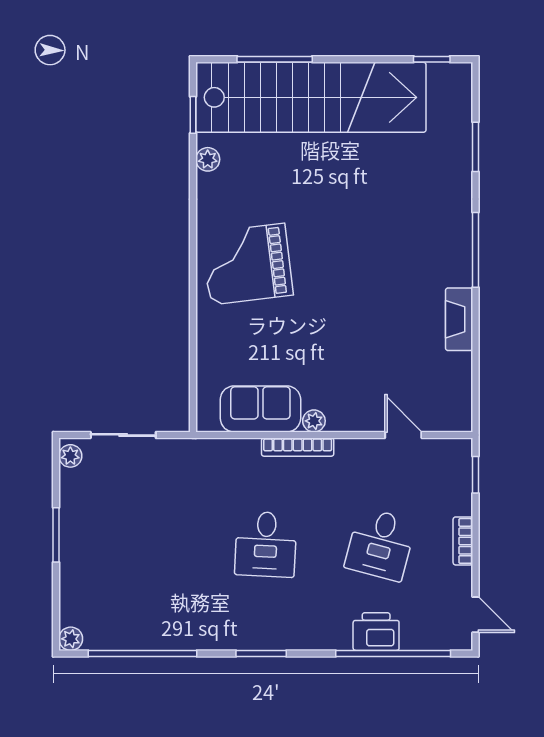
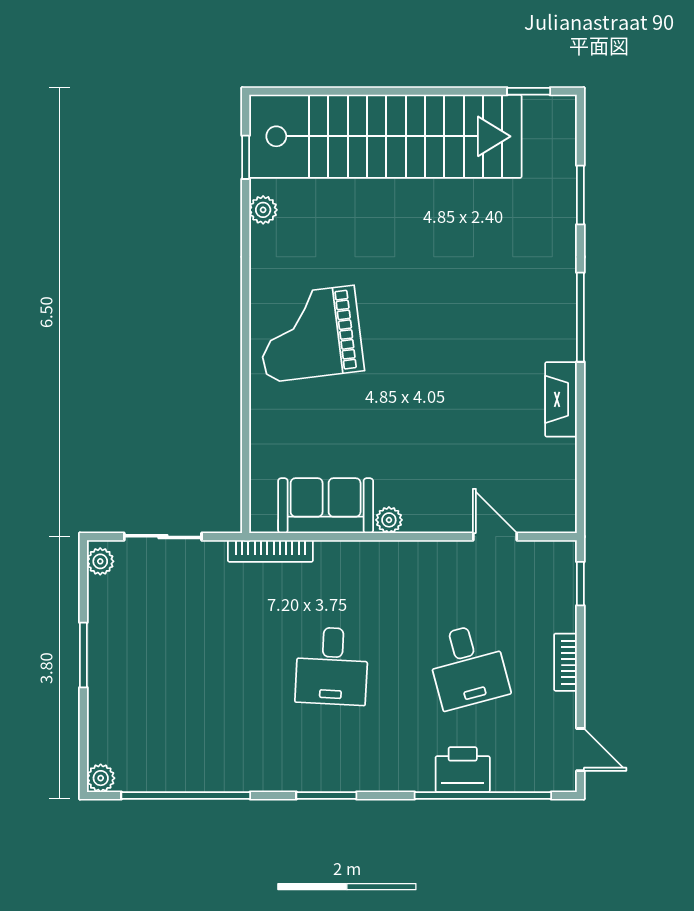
window: (275, 59) -> (342, 91), removed
bookcase: (298, 447) -> (270, 551), moved
desk: (380, 544) -> (468, 666), turned -30

